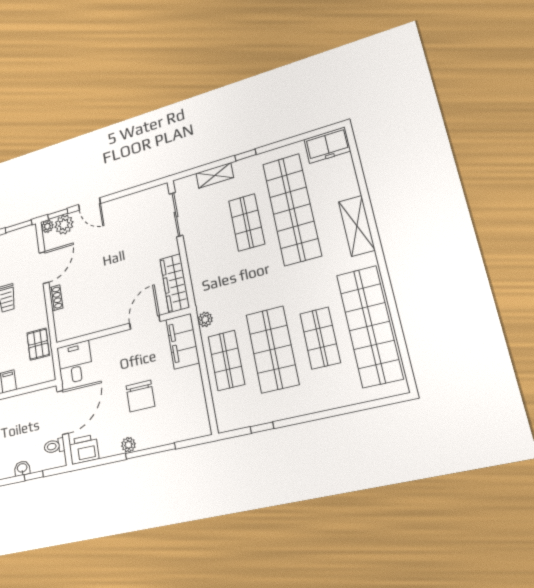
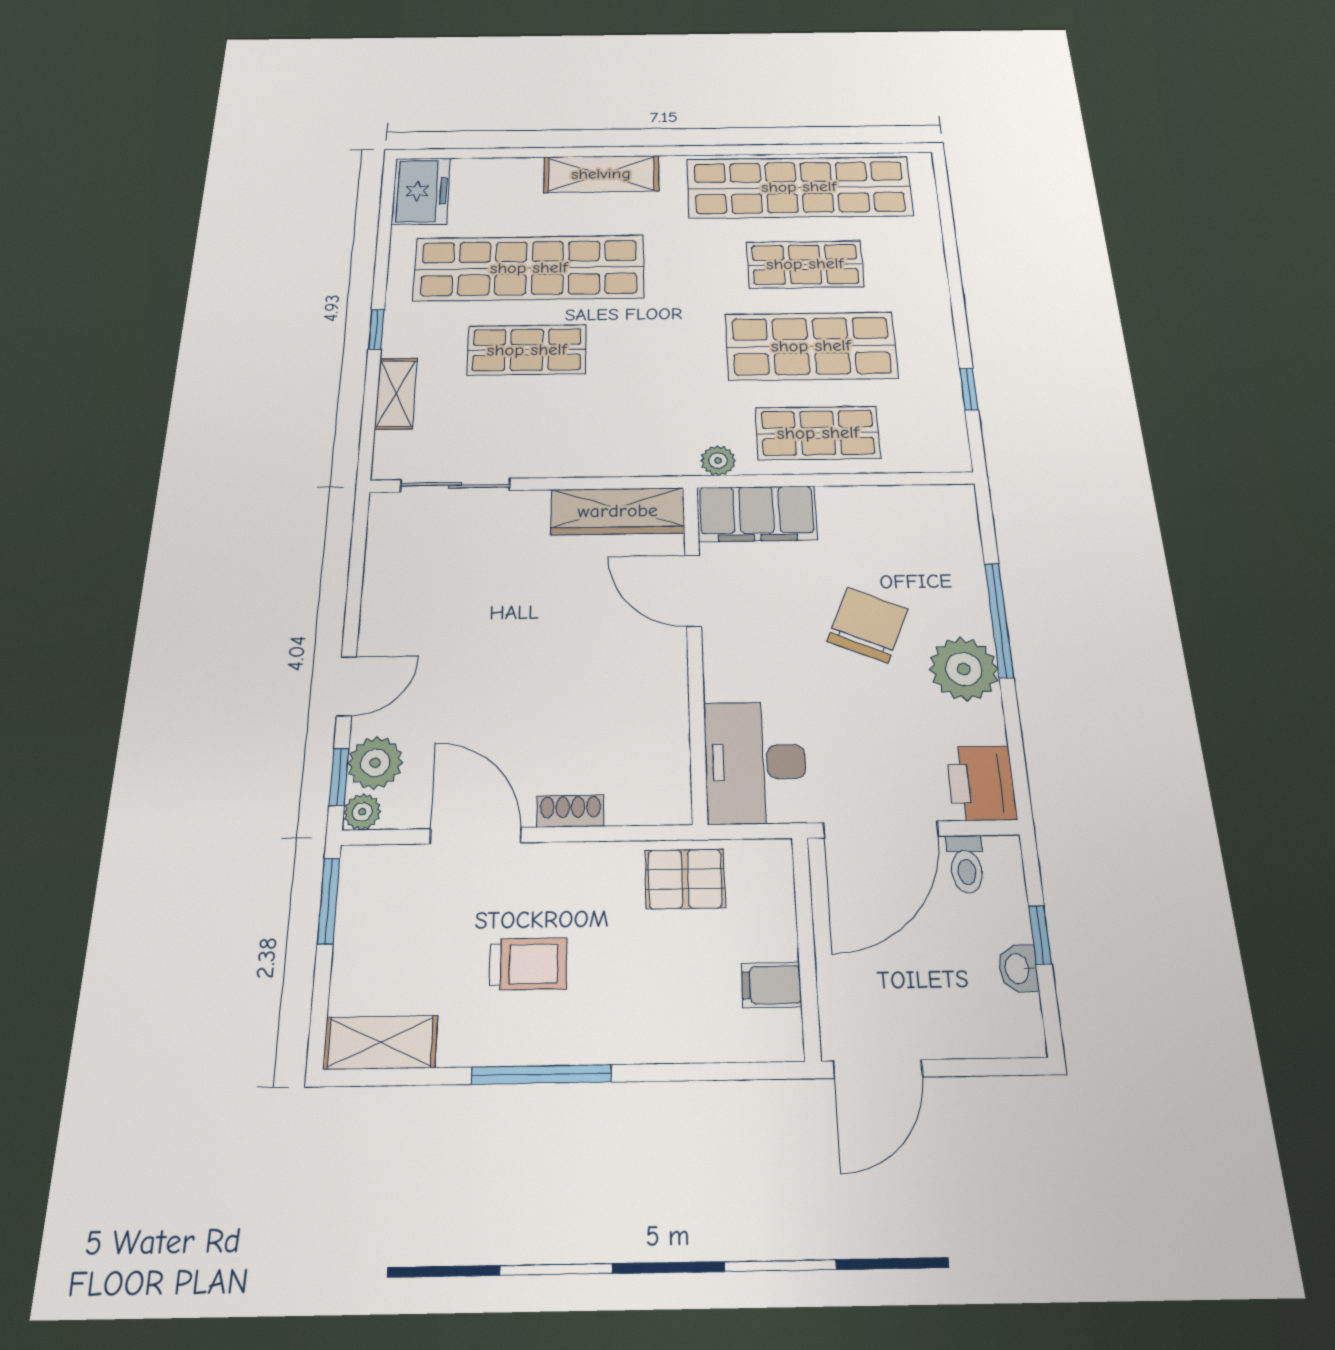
desk: (75, 363) -> (755, 762), width x1.37
chair: (140, 396) -> (867, 625), turned -67
door: (63, 412) -> (881, 829), swing flipped
plant: (128, 445) -> (964, 669), width x1.88, depth x1.88

